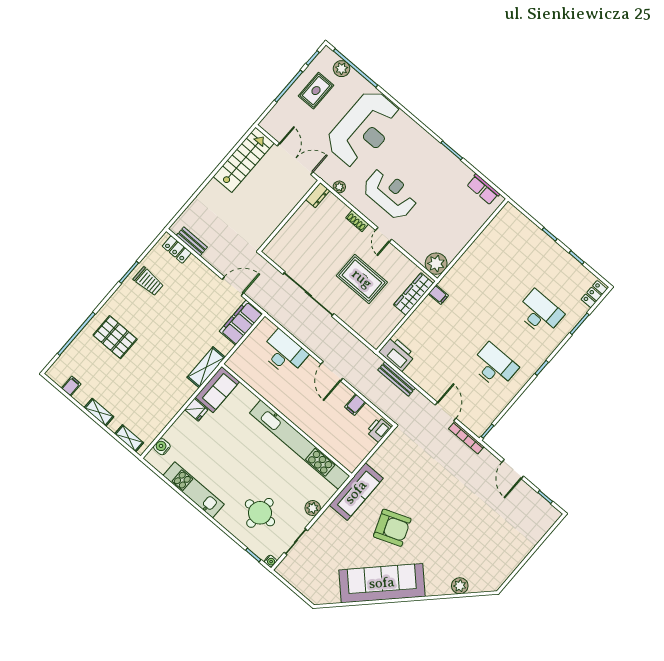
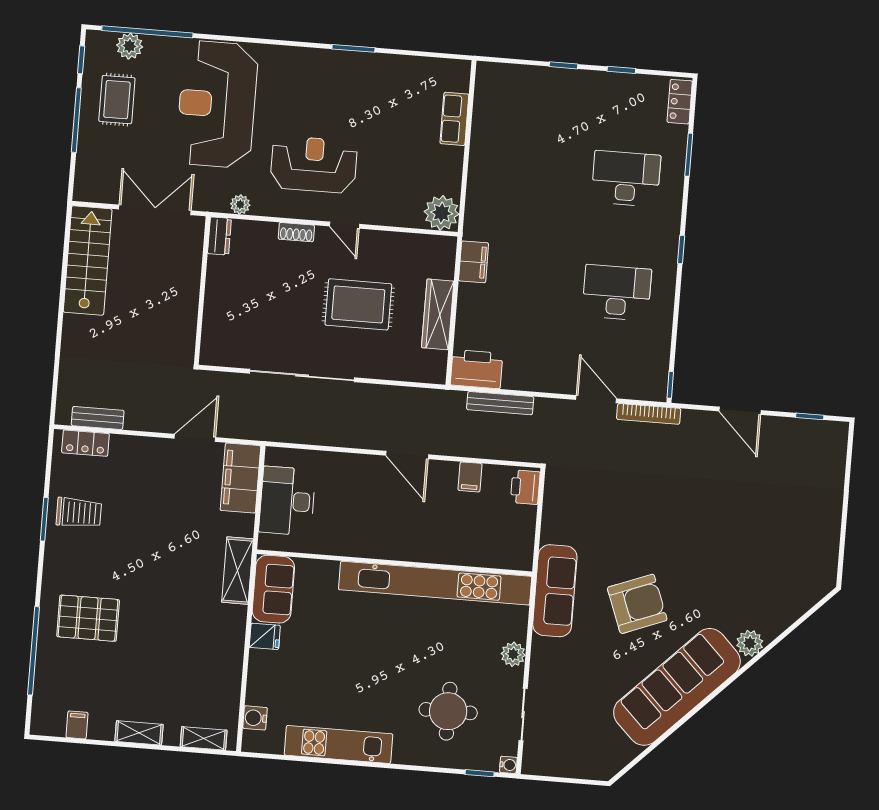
reception desk: (364, 129) -> (217, 104), turned 180
row of seats: (483, 189) -> (454, 119), moved, turned 90
wardrobe: (413, 294) -> (438, 314), moved
filing cabinet: (438, 295) -> (474, 262), width x2.00
desk: (284, 353) -> (287, 501), moved, turned -90
plant: (460, 586) -> (750, 643), moved

